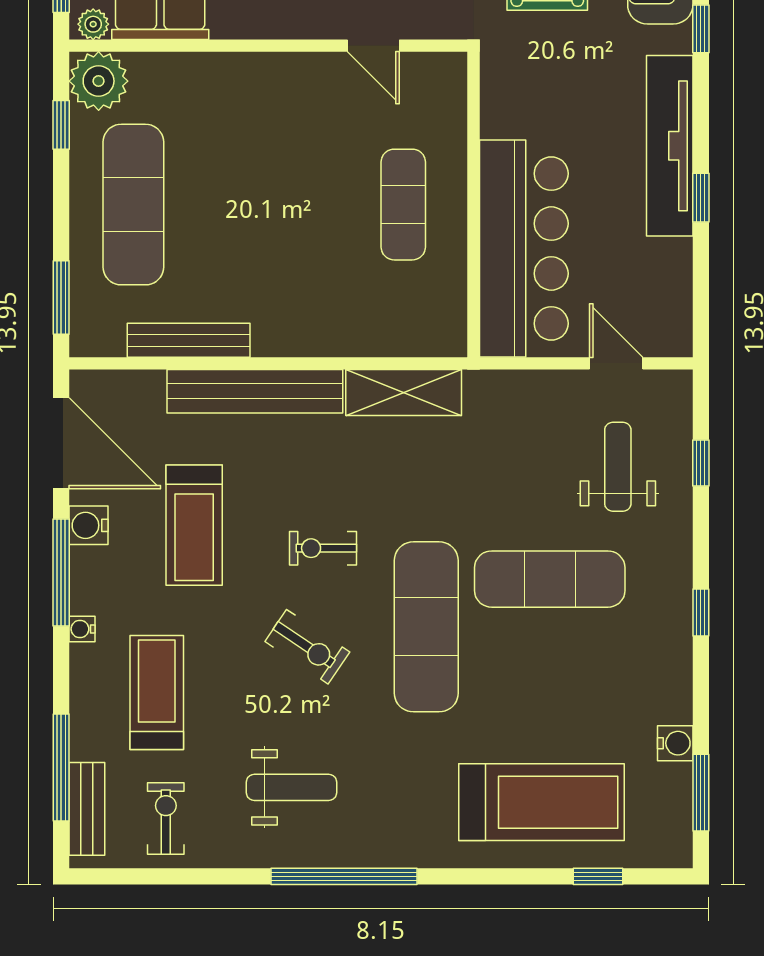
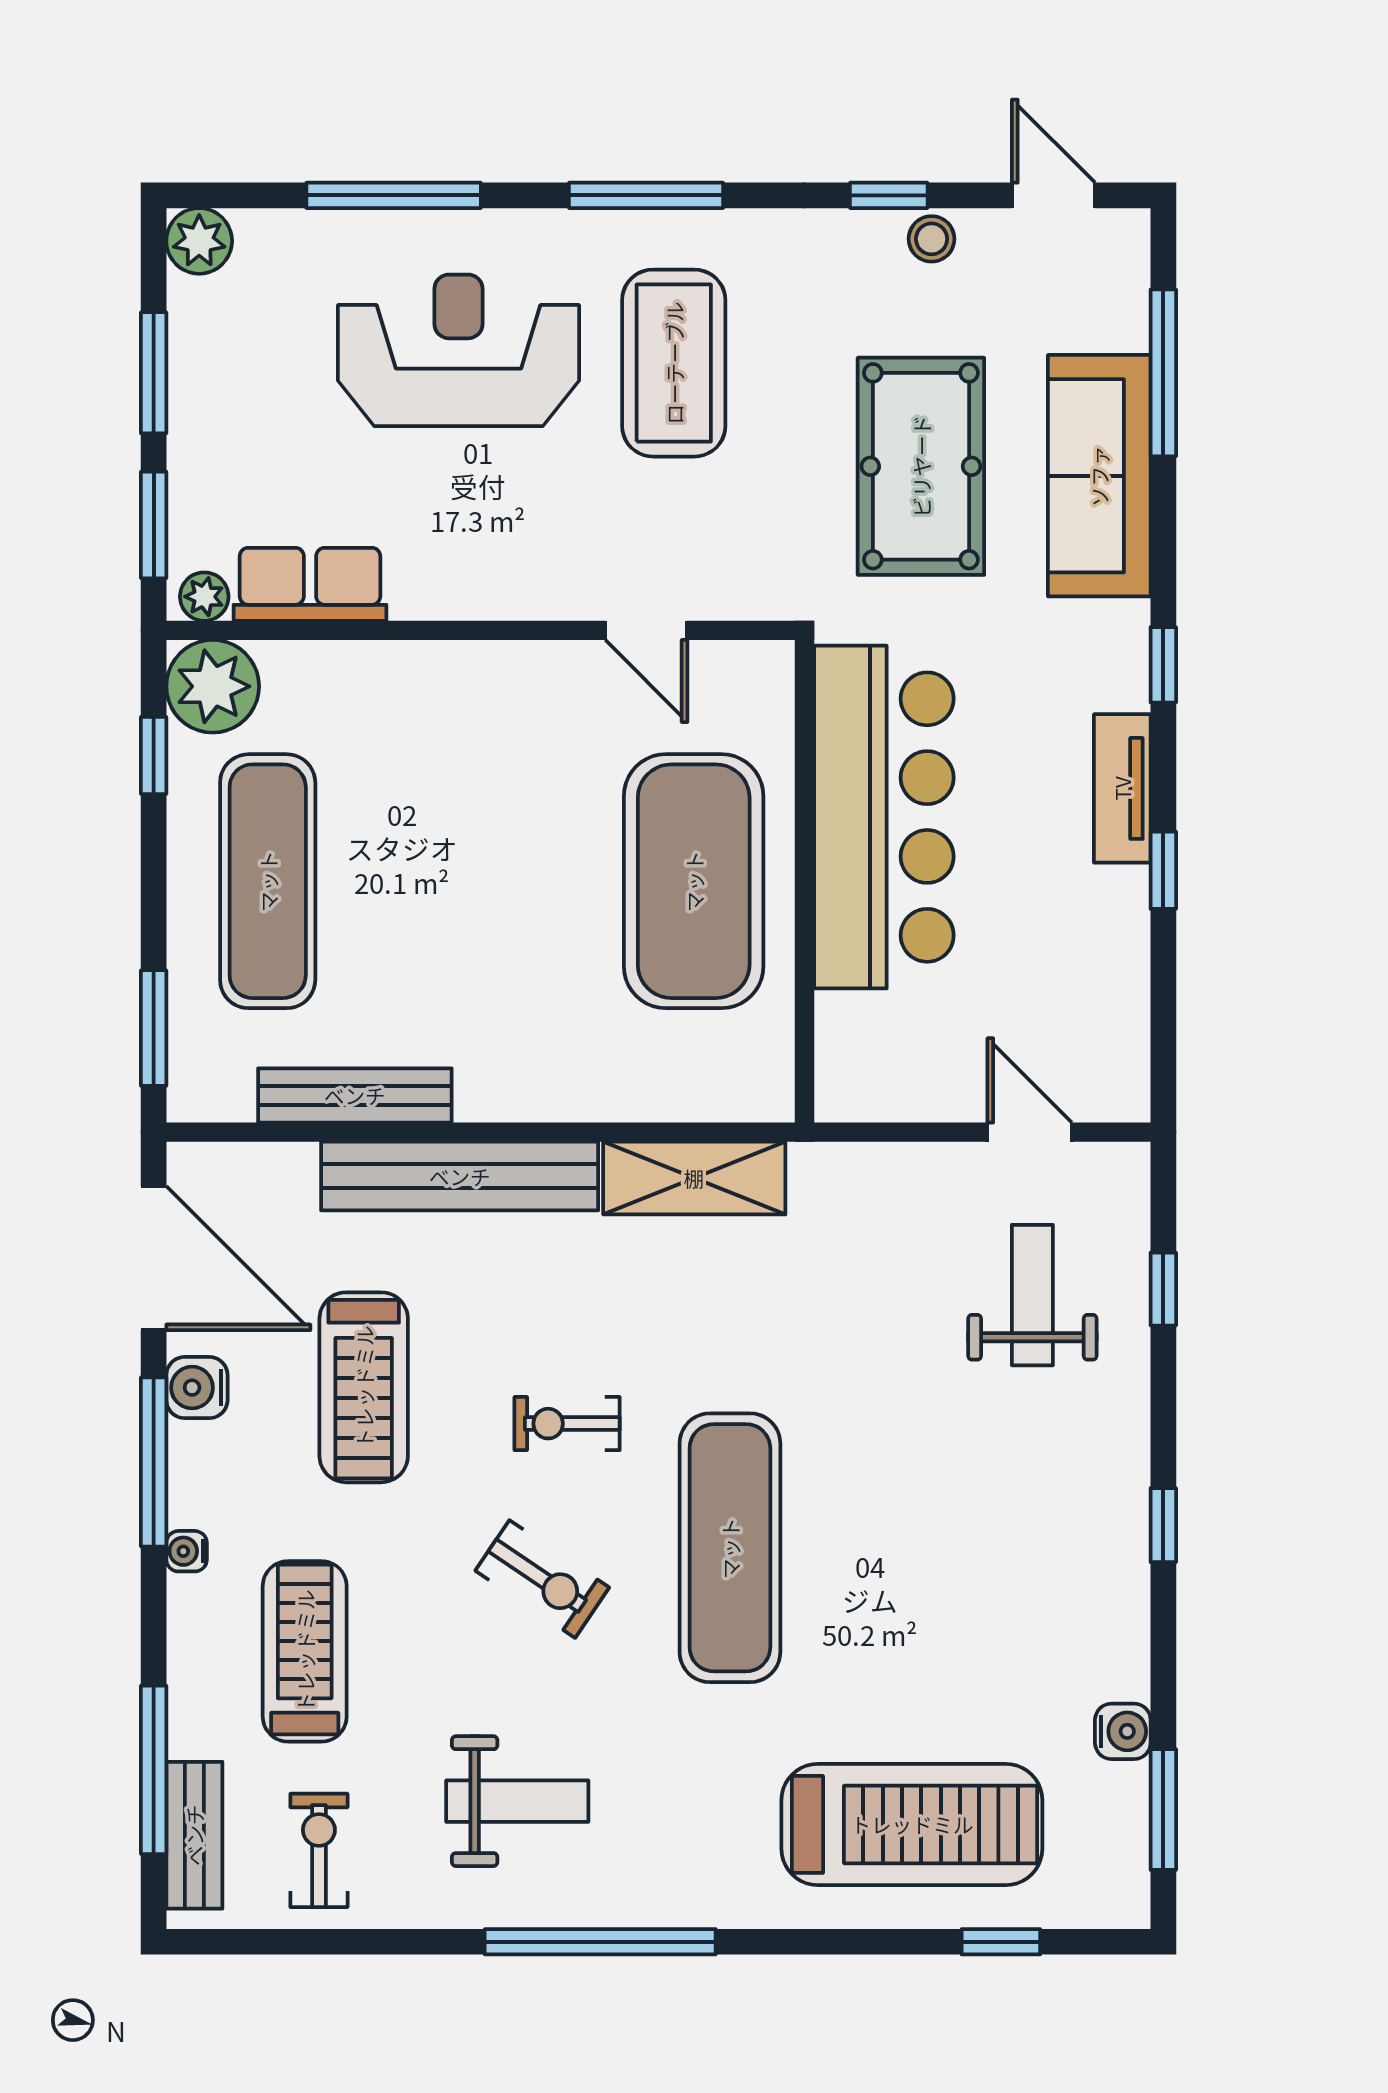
window: (701, 29) -> (1163, 665), moved
tv unit: (670, 146) -> (1122, 788), width x0.52, depth x0.78
exercise mat: (403, 205) -> (694, 881), width x2.00, depth x1.45
bar counter: (524, 249) -> (884, 817), moved
exercise mat: (550, 579) -> (925, 1472), removed

